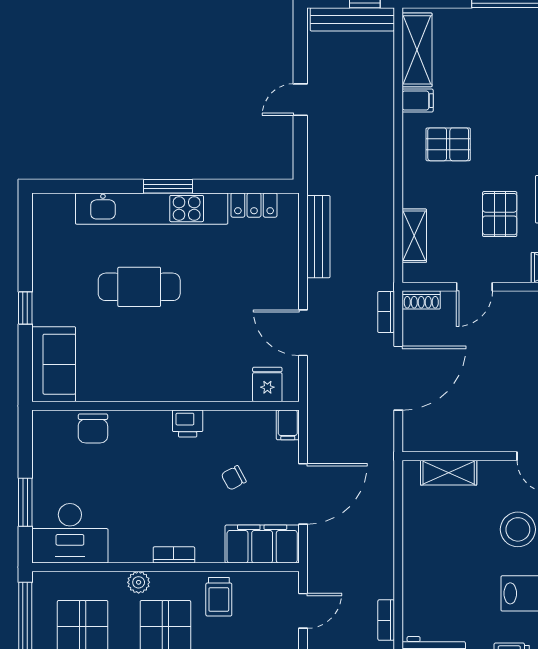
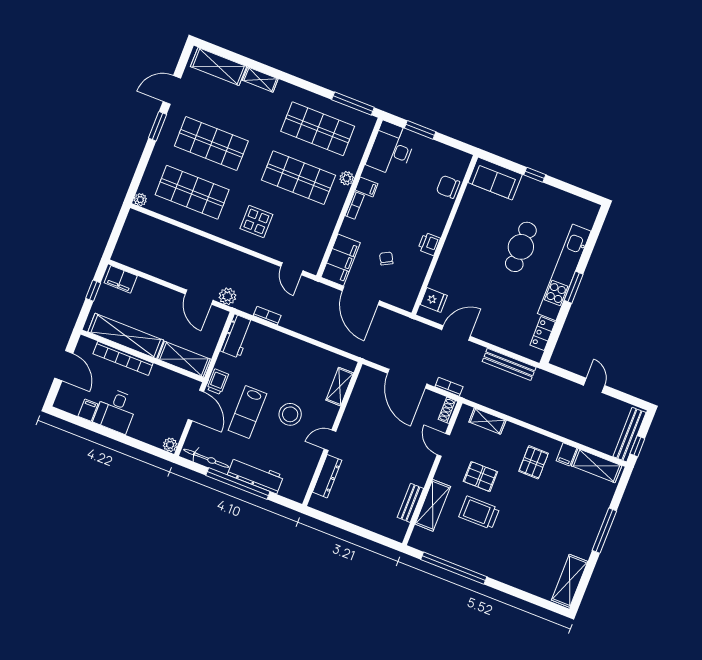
filing cabinet: (288, 425) -> (366, 187), moved, turned 180
trolley: (219, 597) -> (320, 222), removed

